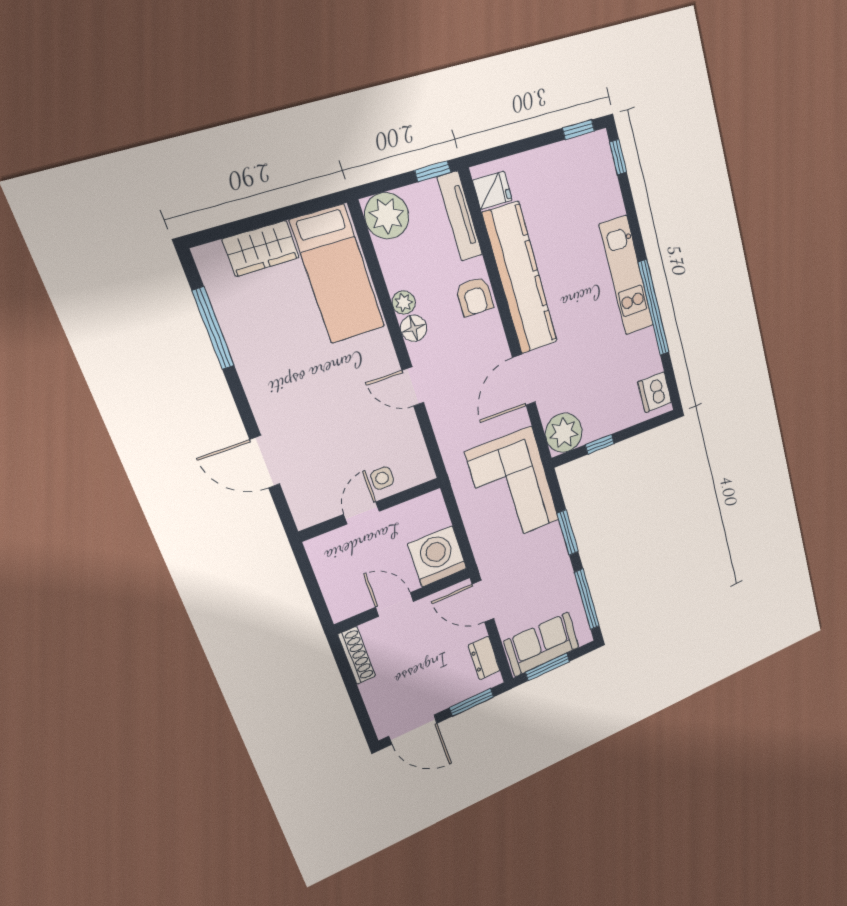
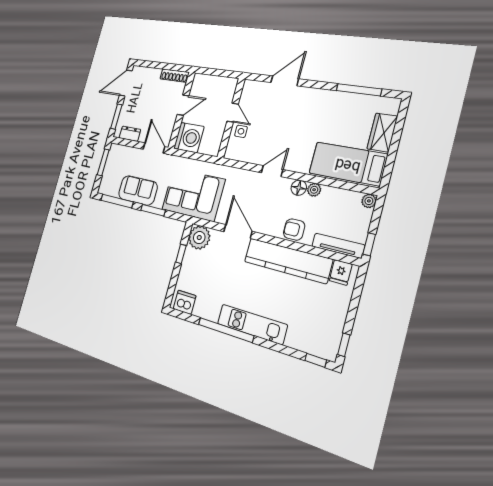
plant: (387, 216) -> (369, 201), width x0.53, depth x0.53
door: (483, 601) -> (154, 148), hinge flipped
sofa: (542, 644) -> (138, 190), moved, turned -90

